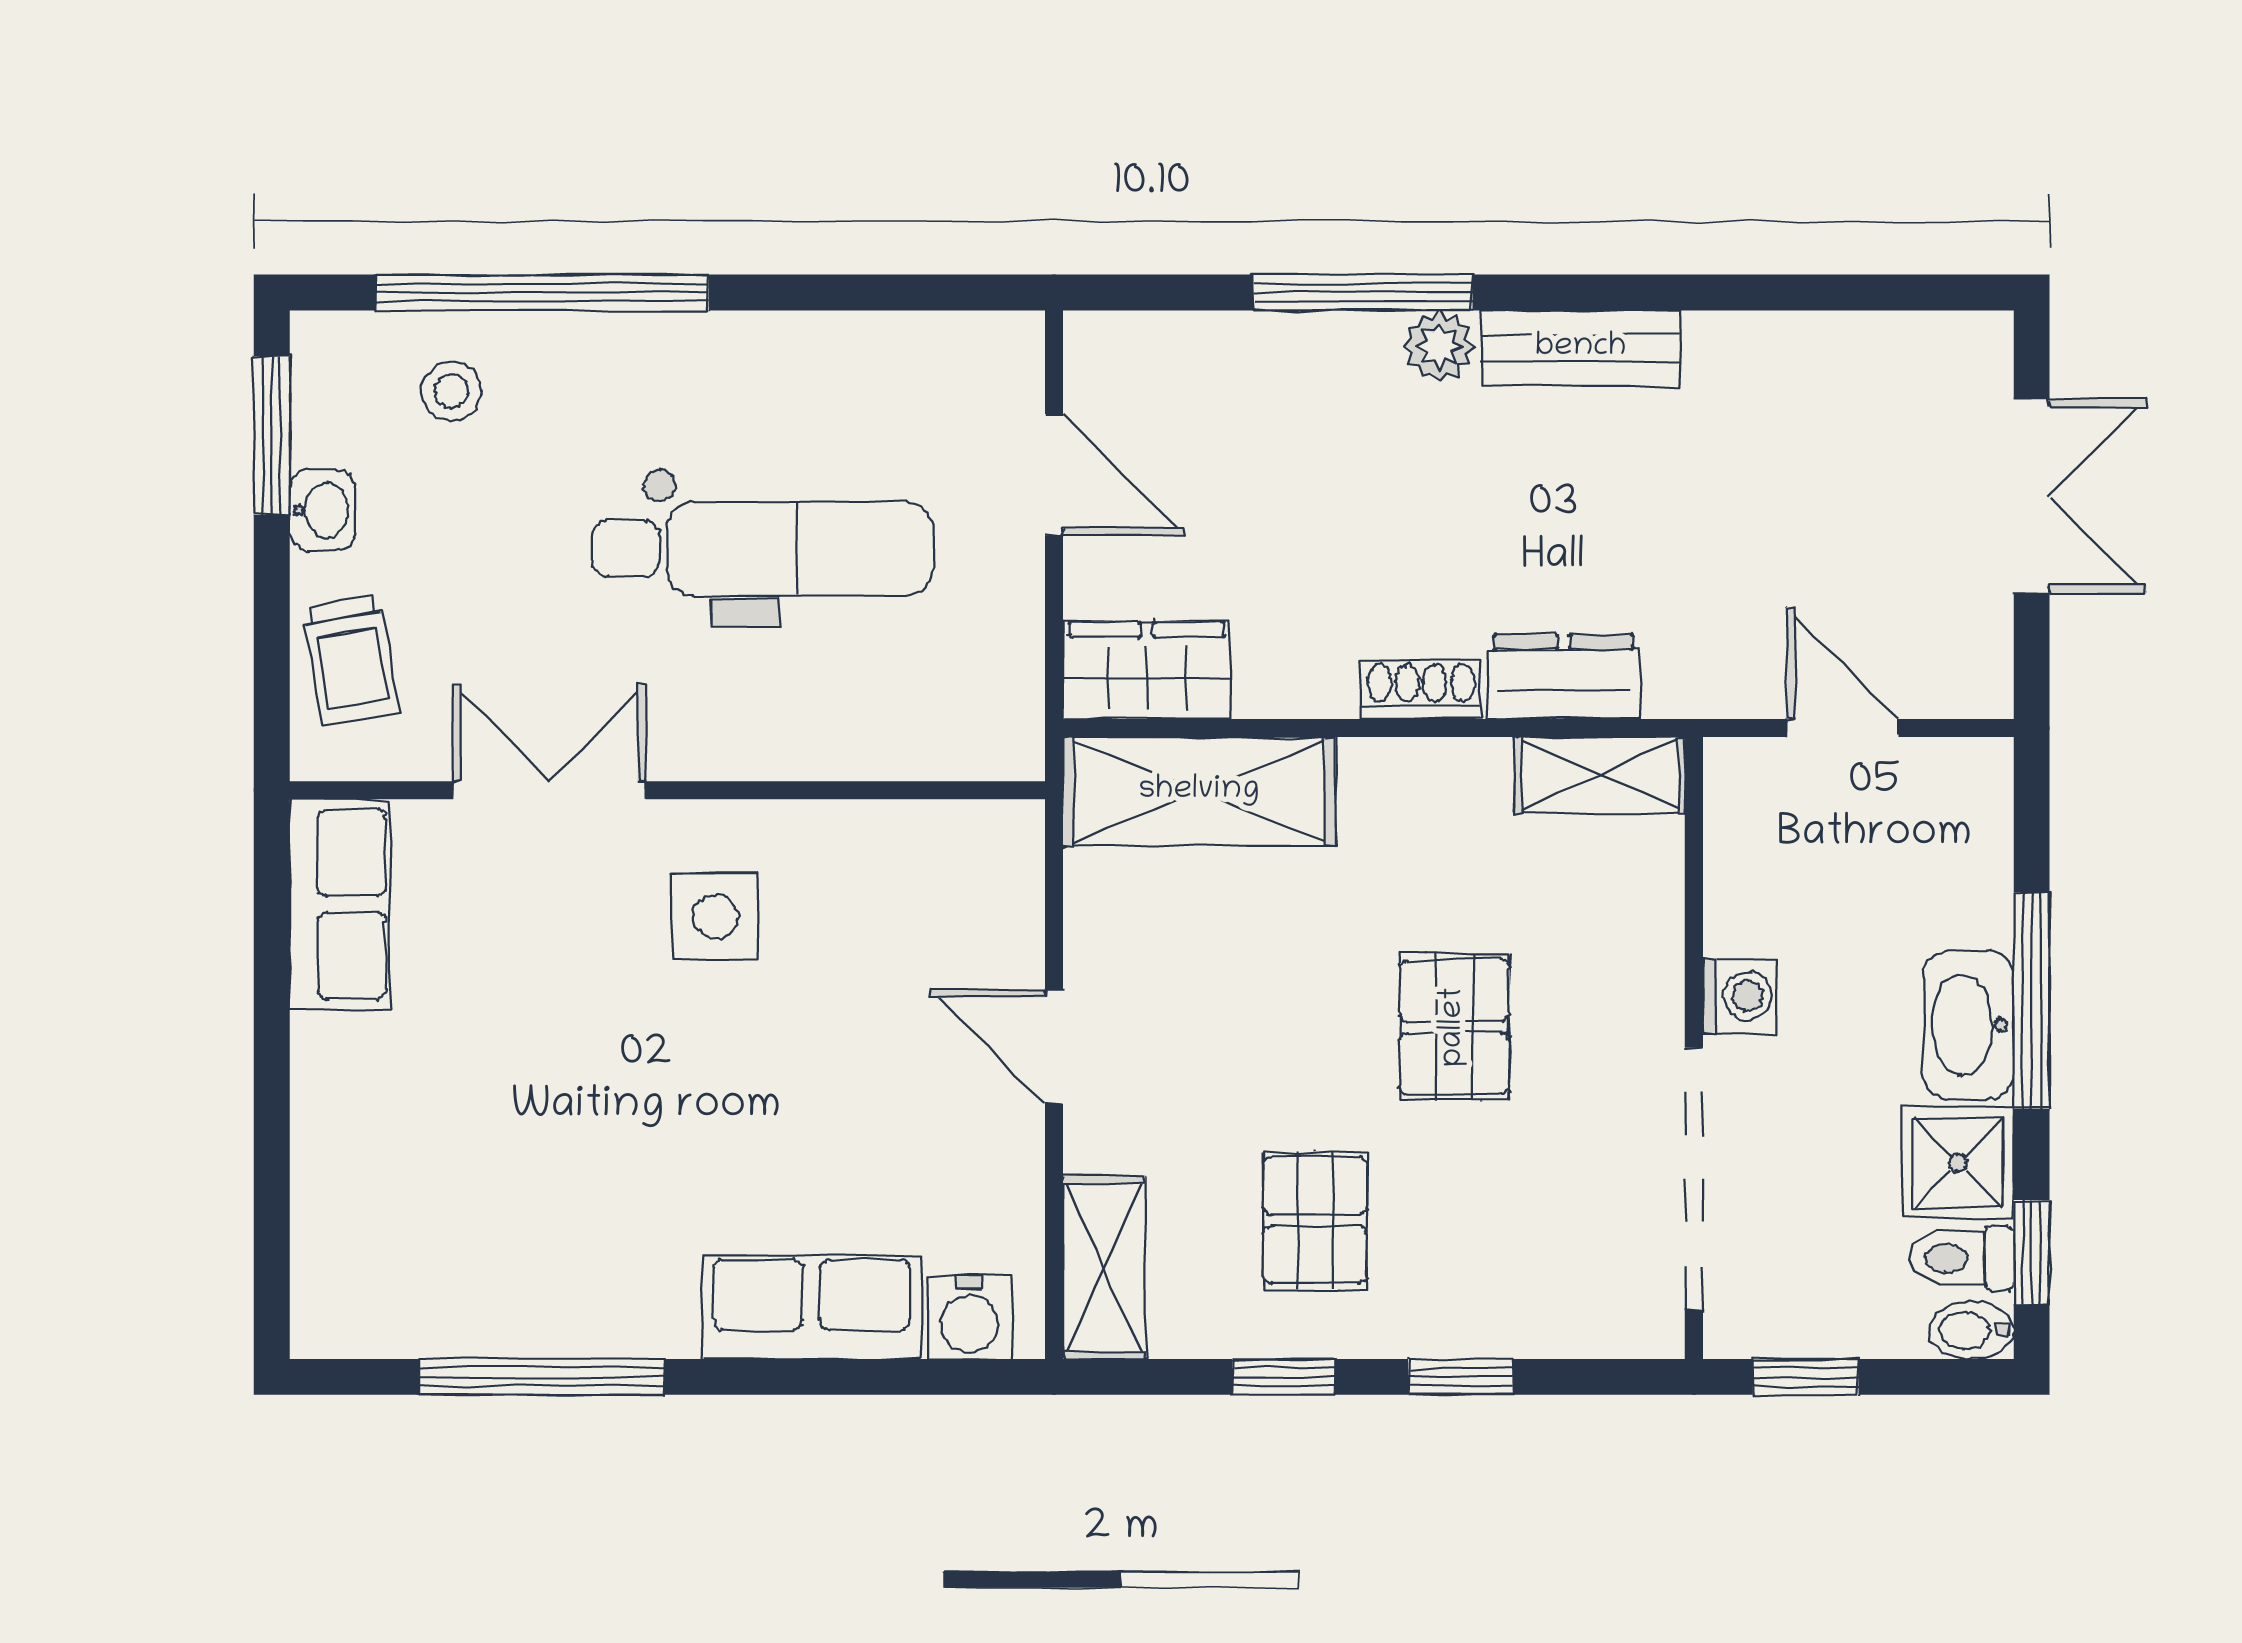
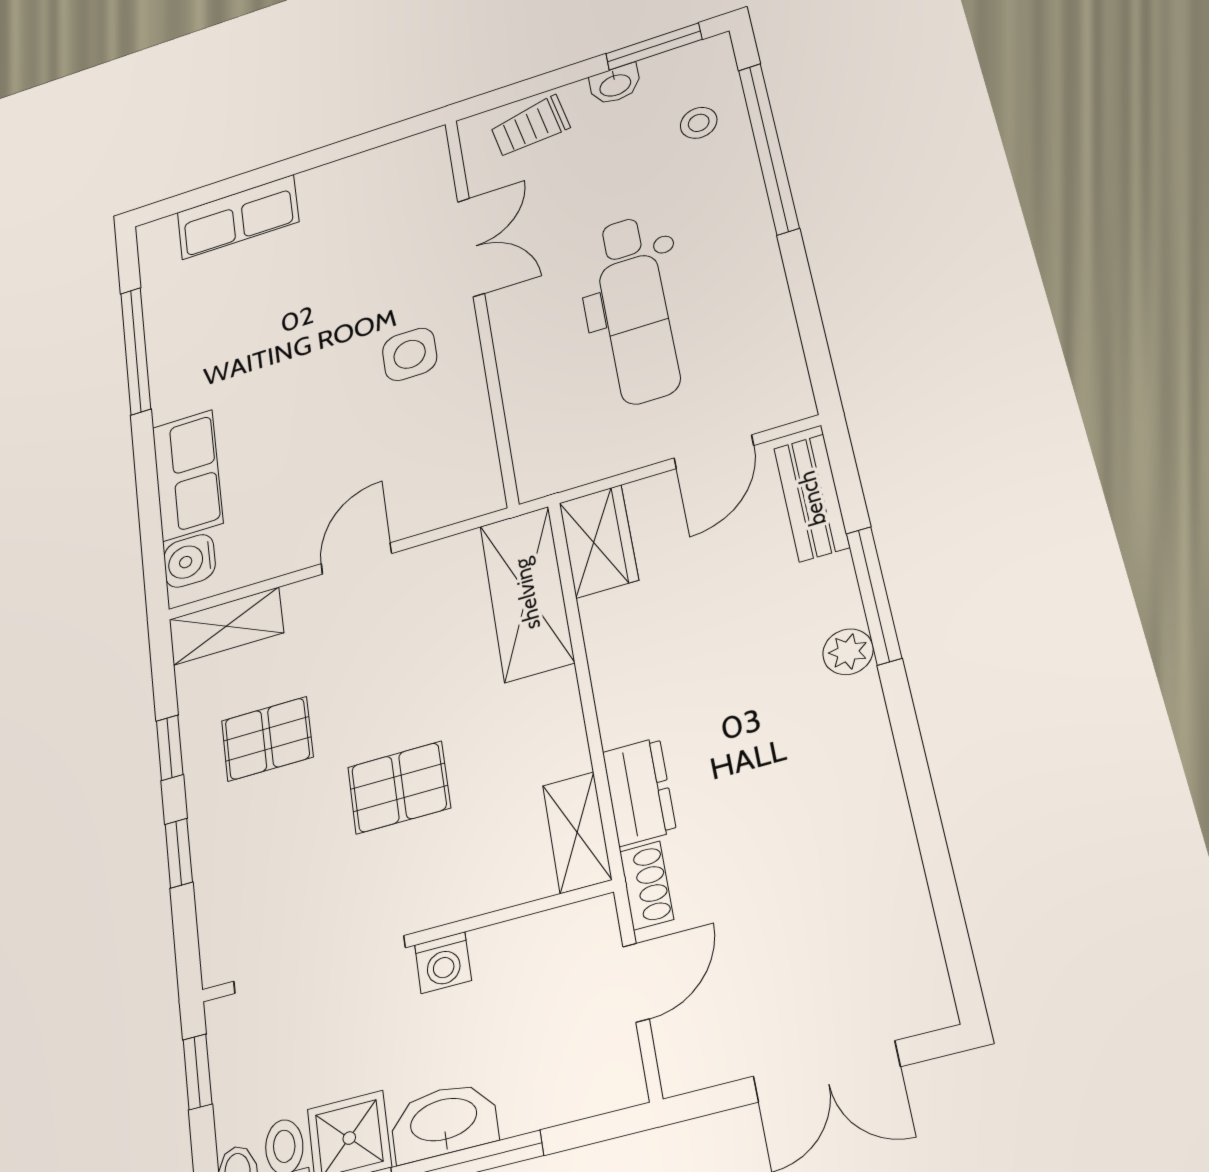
bench: (1581, 348) -> (812, 498), moved
shoe rack: (1421, 690) -> (647, 885), moved
row of seats: (340, 904) -> (238, 217), moved

